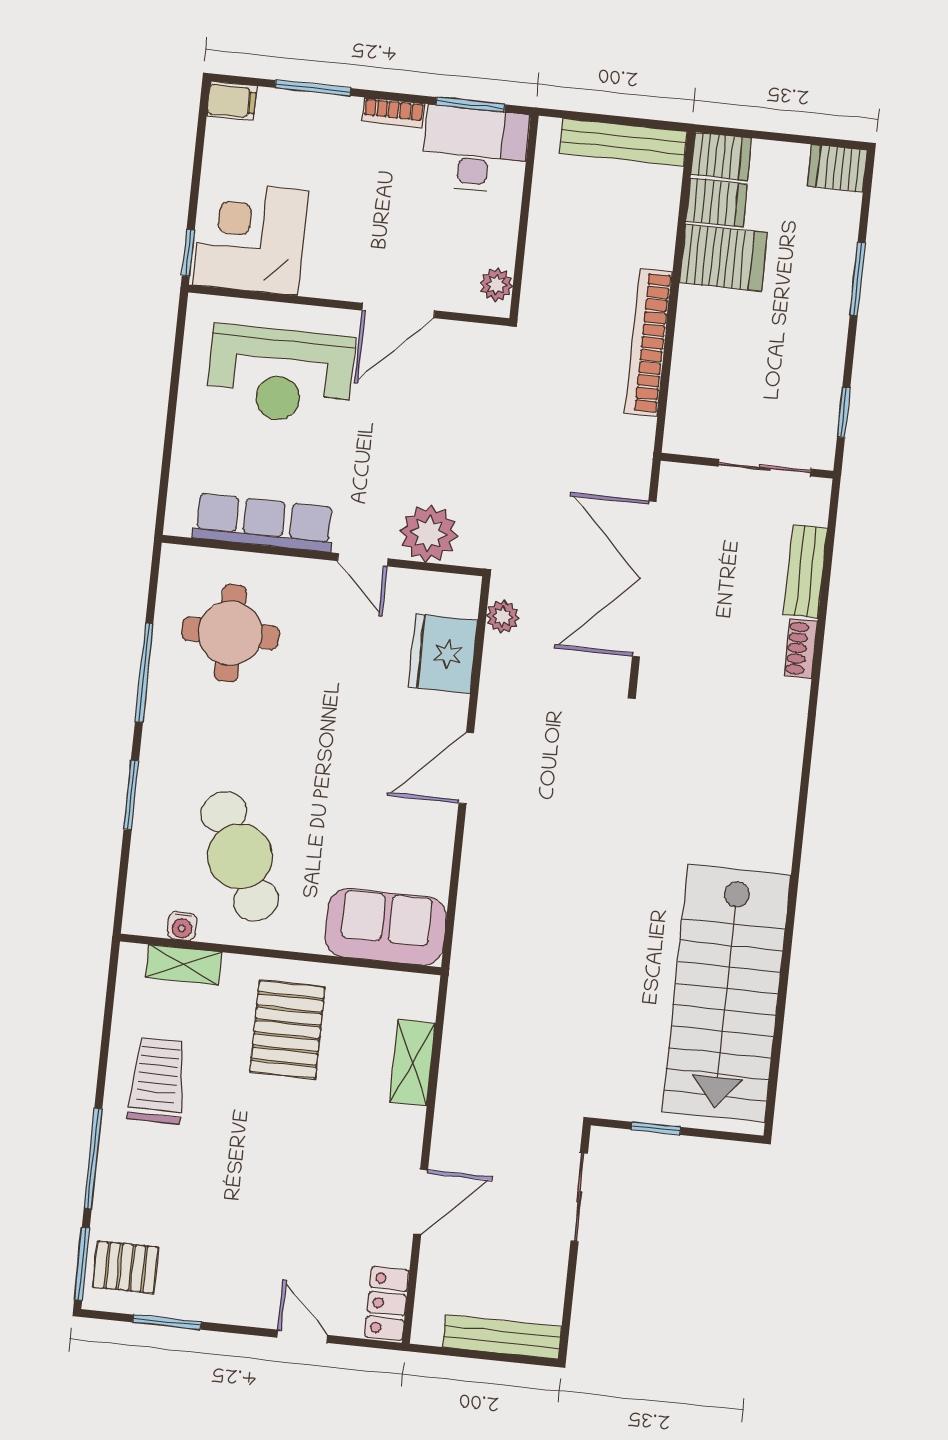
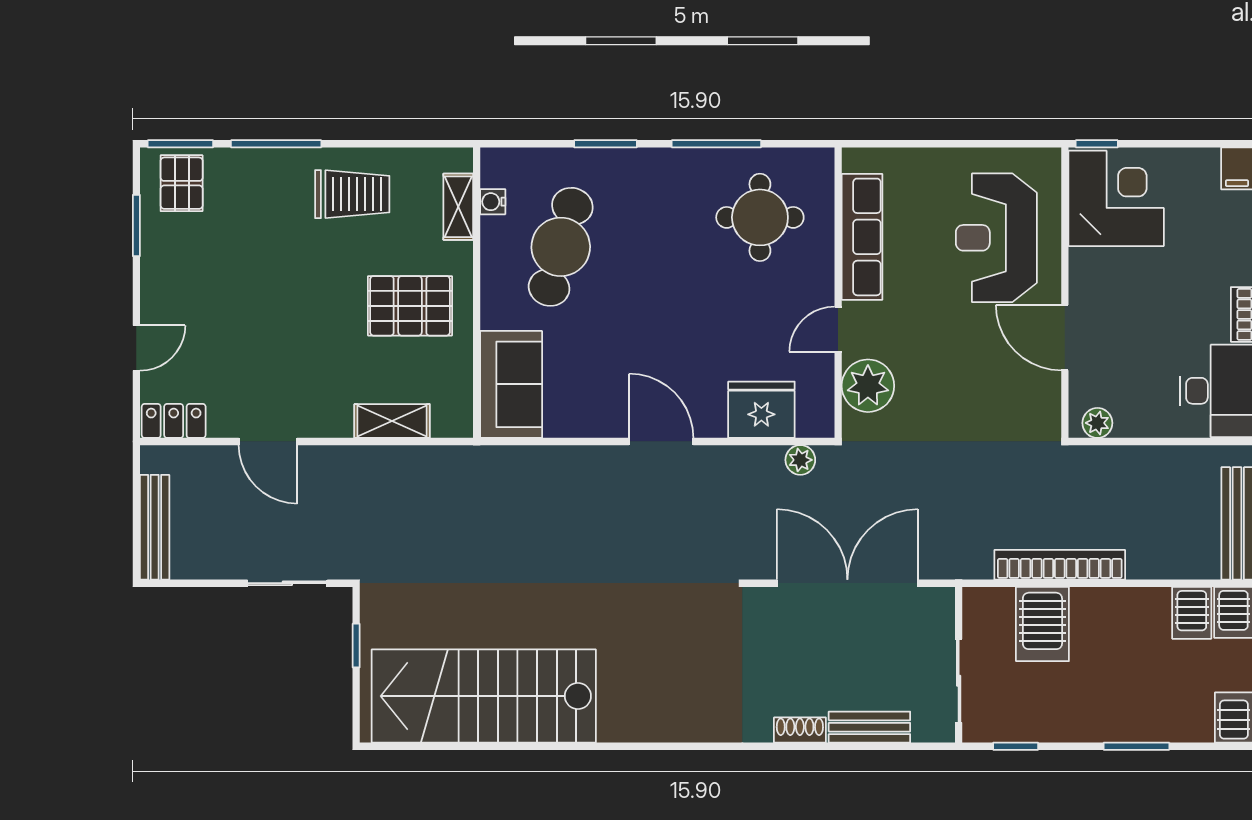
server rack: (723, 258) -> (1042, 624), moved
cafe table: (240, 856) -> (561, 247), turned -48

